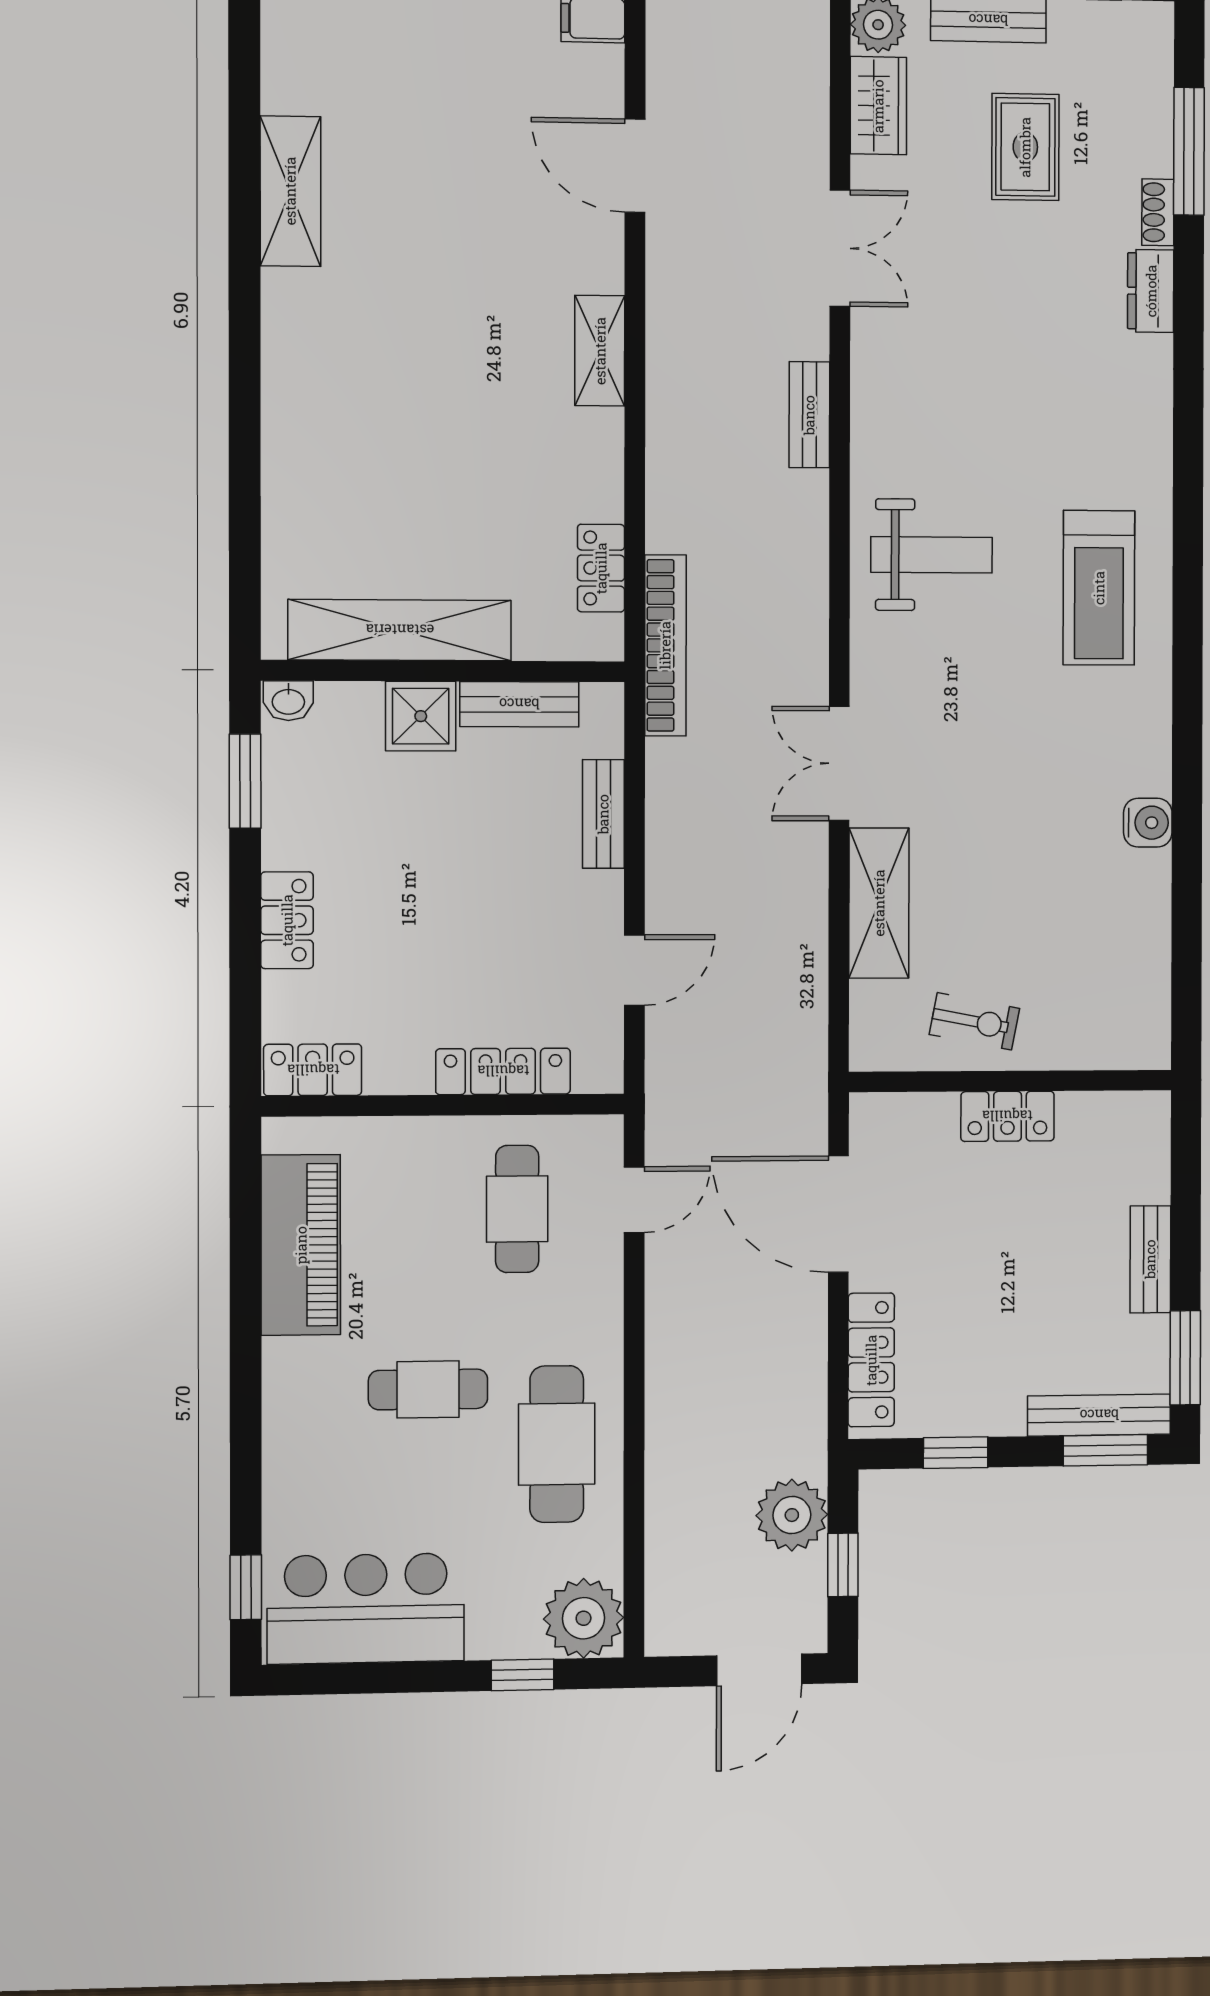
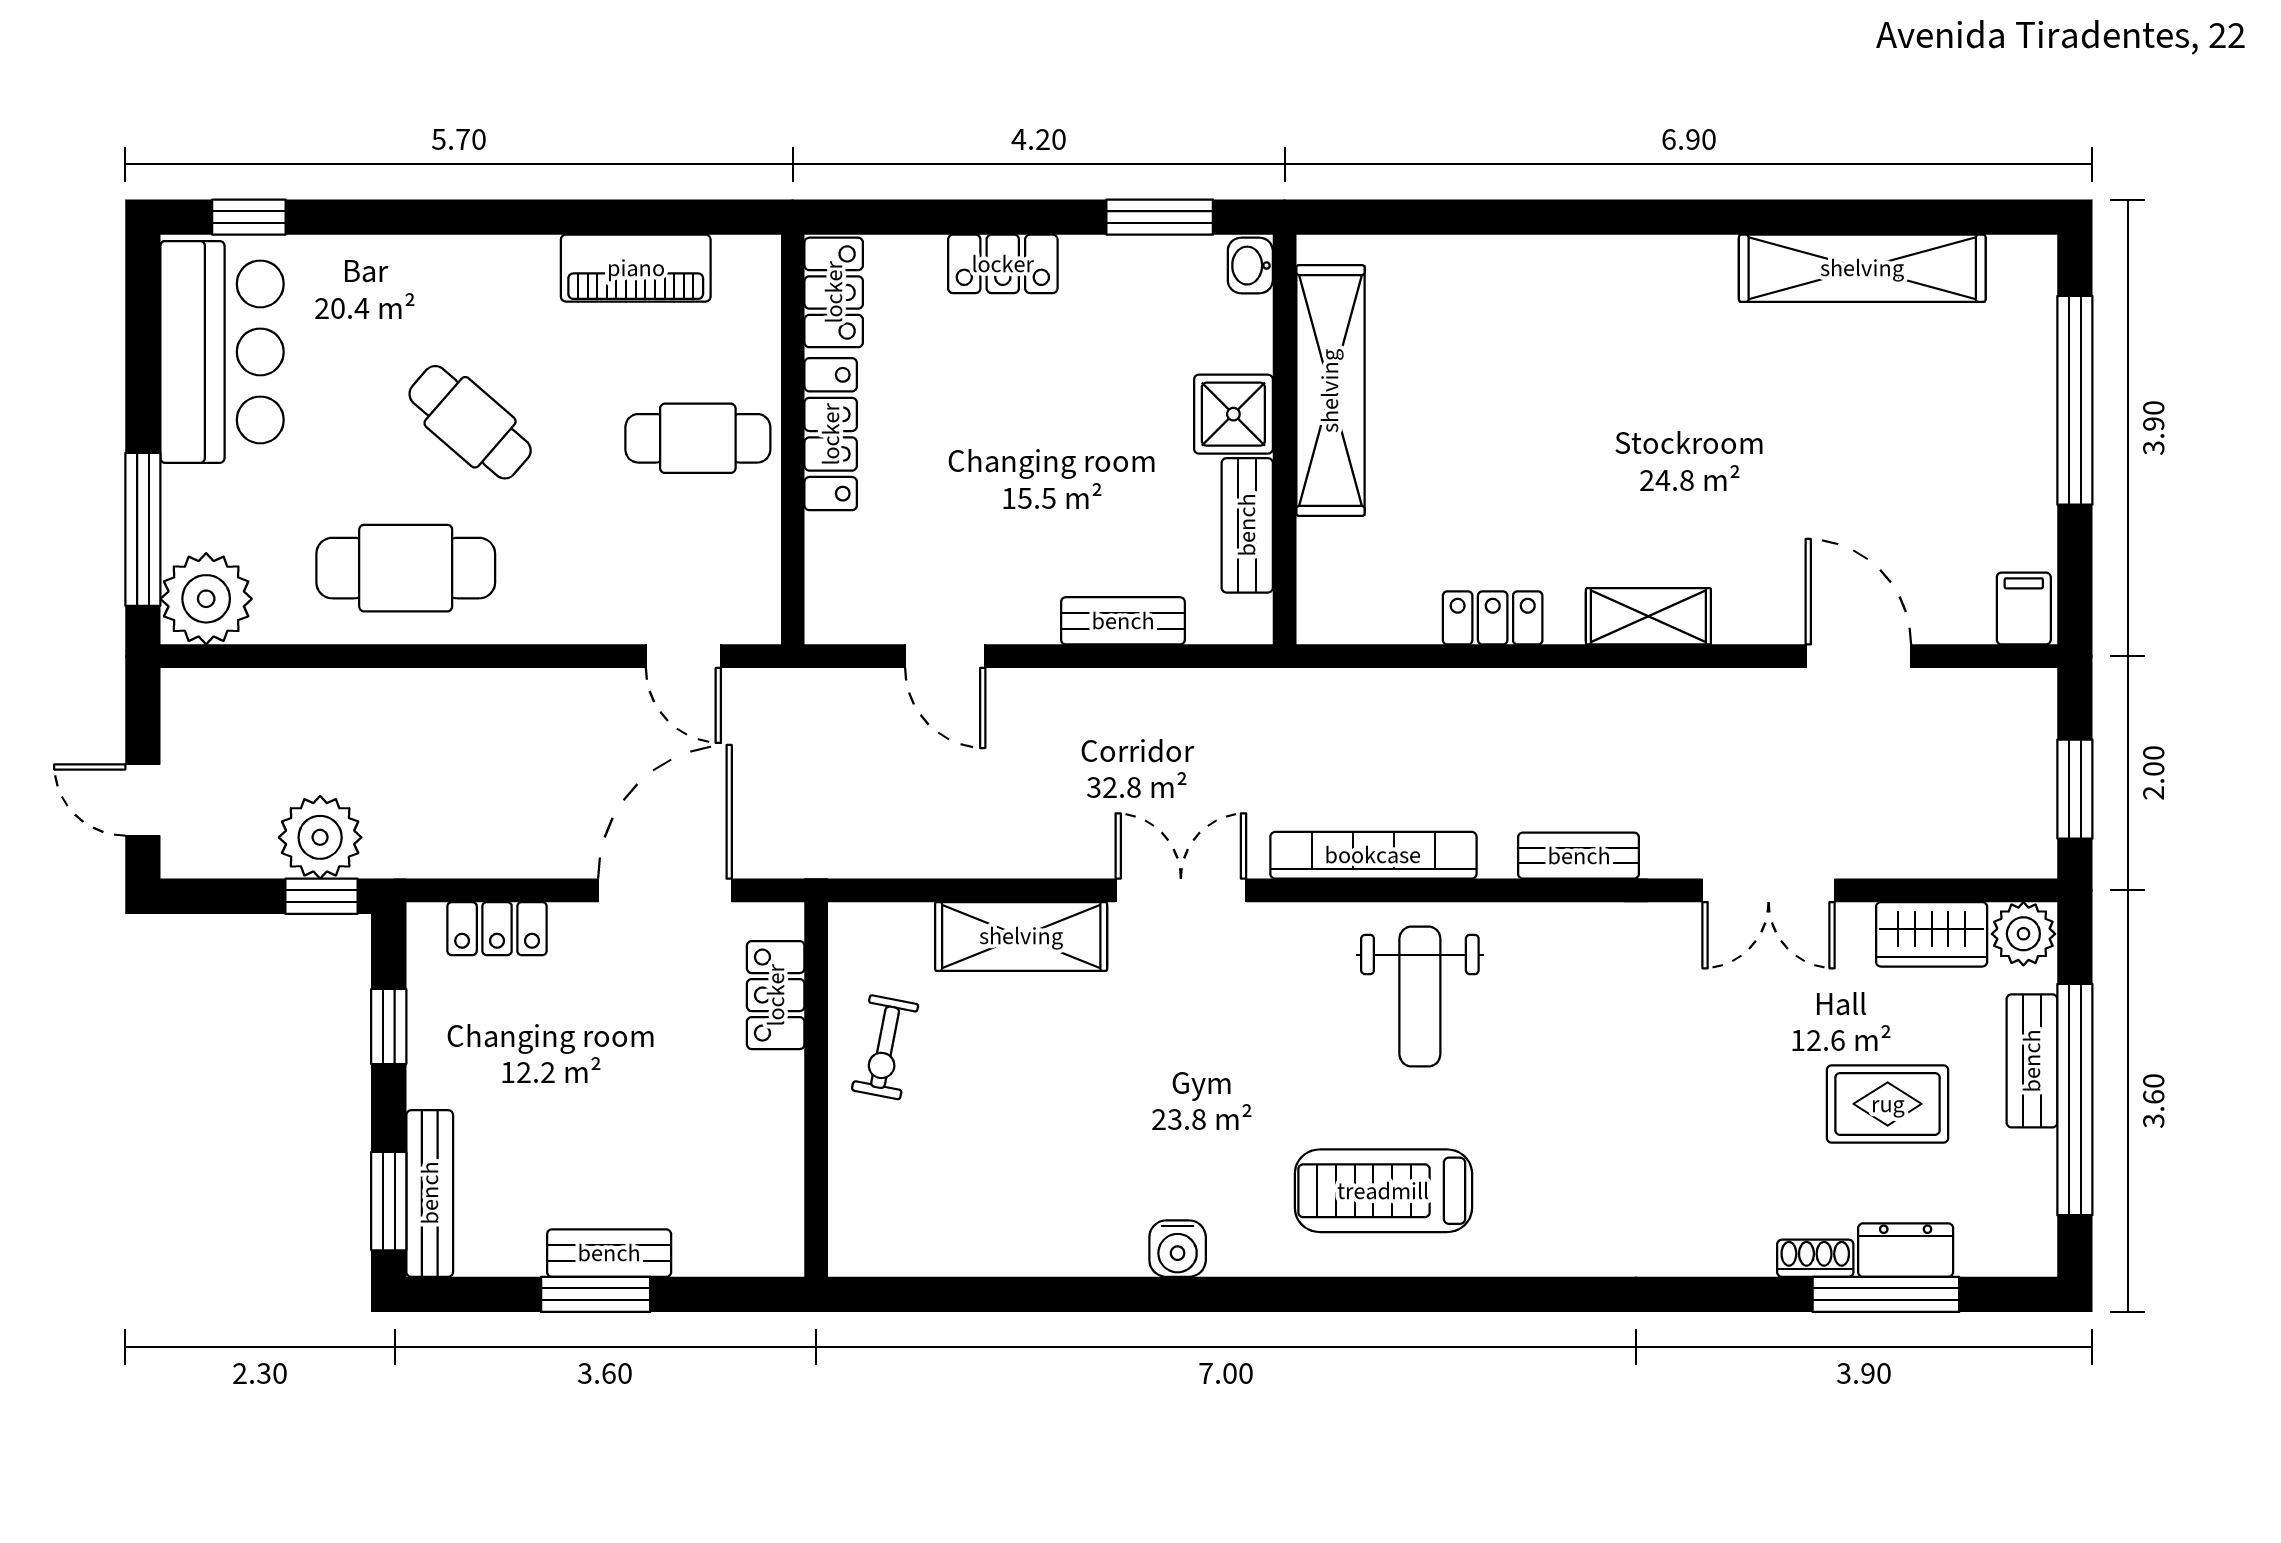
door: (635, 166) -> (1858, 656), hinge flipped
shelving: (290, 191) -> (1862, 268), width x1.47
dresser: (1151, 291) -> (1906, 1250), moved
locker: (601, 568) -> (1493, 618), moved
bookcase: (665, 645) -> (1373, 855), moved, turned 180
water cooler: (1148, 823) -> (1178, 1249), moved
locker: (503, 1071) -> (831, 434), moved
locker: (1007, 1116) -> (776, 995), moved
cafe table: (517, 1209) -> (698, 438), moved
piano: (301, 1245) -> (636, 268), width x0.73, depth x0.75
window: (1185, 1358) -> (596, 1294), moved
locker: (871, 1360) -> (497, 929), width x0.66
cafe table: (428, 1389) -> (470, 422), turned -49
window: (843, 1565) -> (321, 896), moved
door: (759, 1670) -> (143, 800), width x0.73
window: (523, 1675) -> (143, 529), width x2.17

